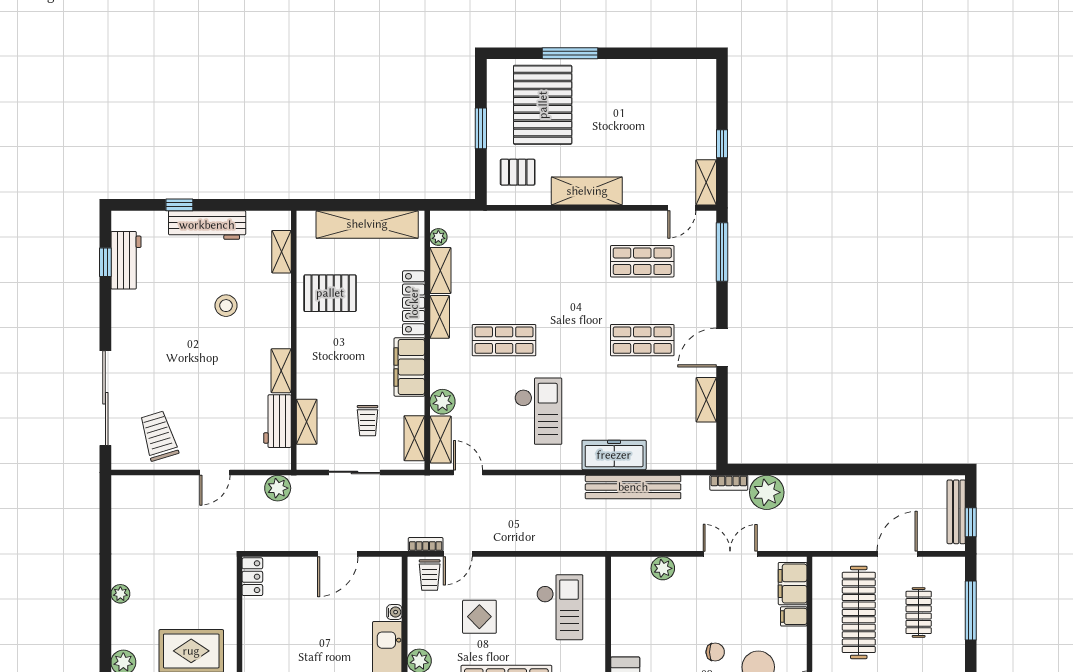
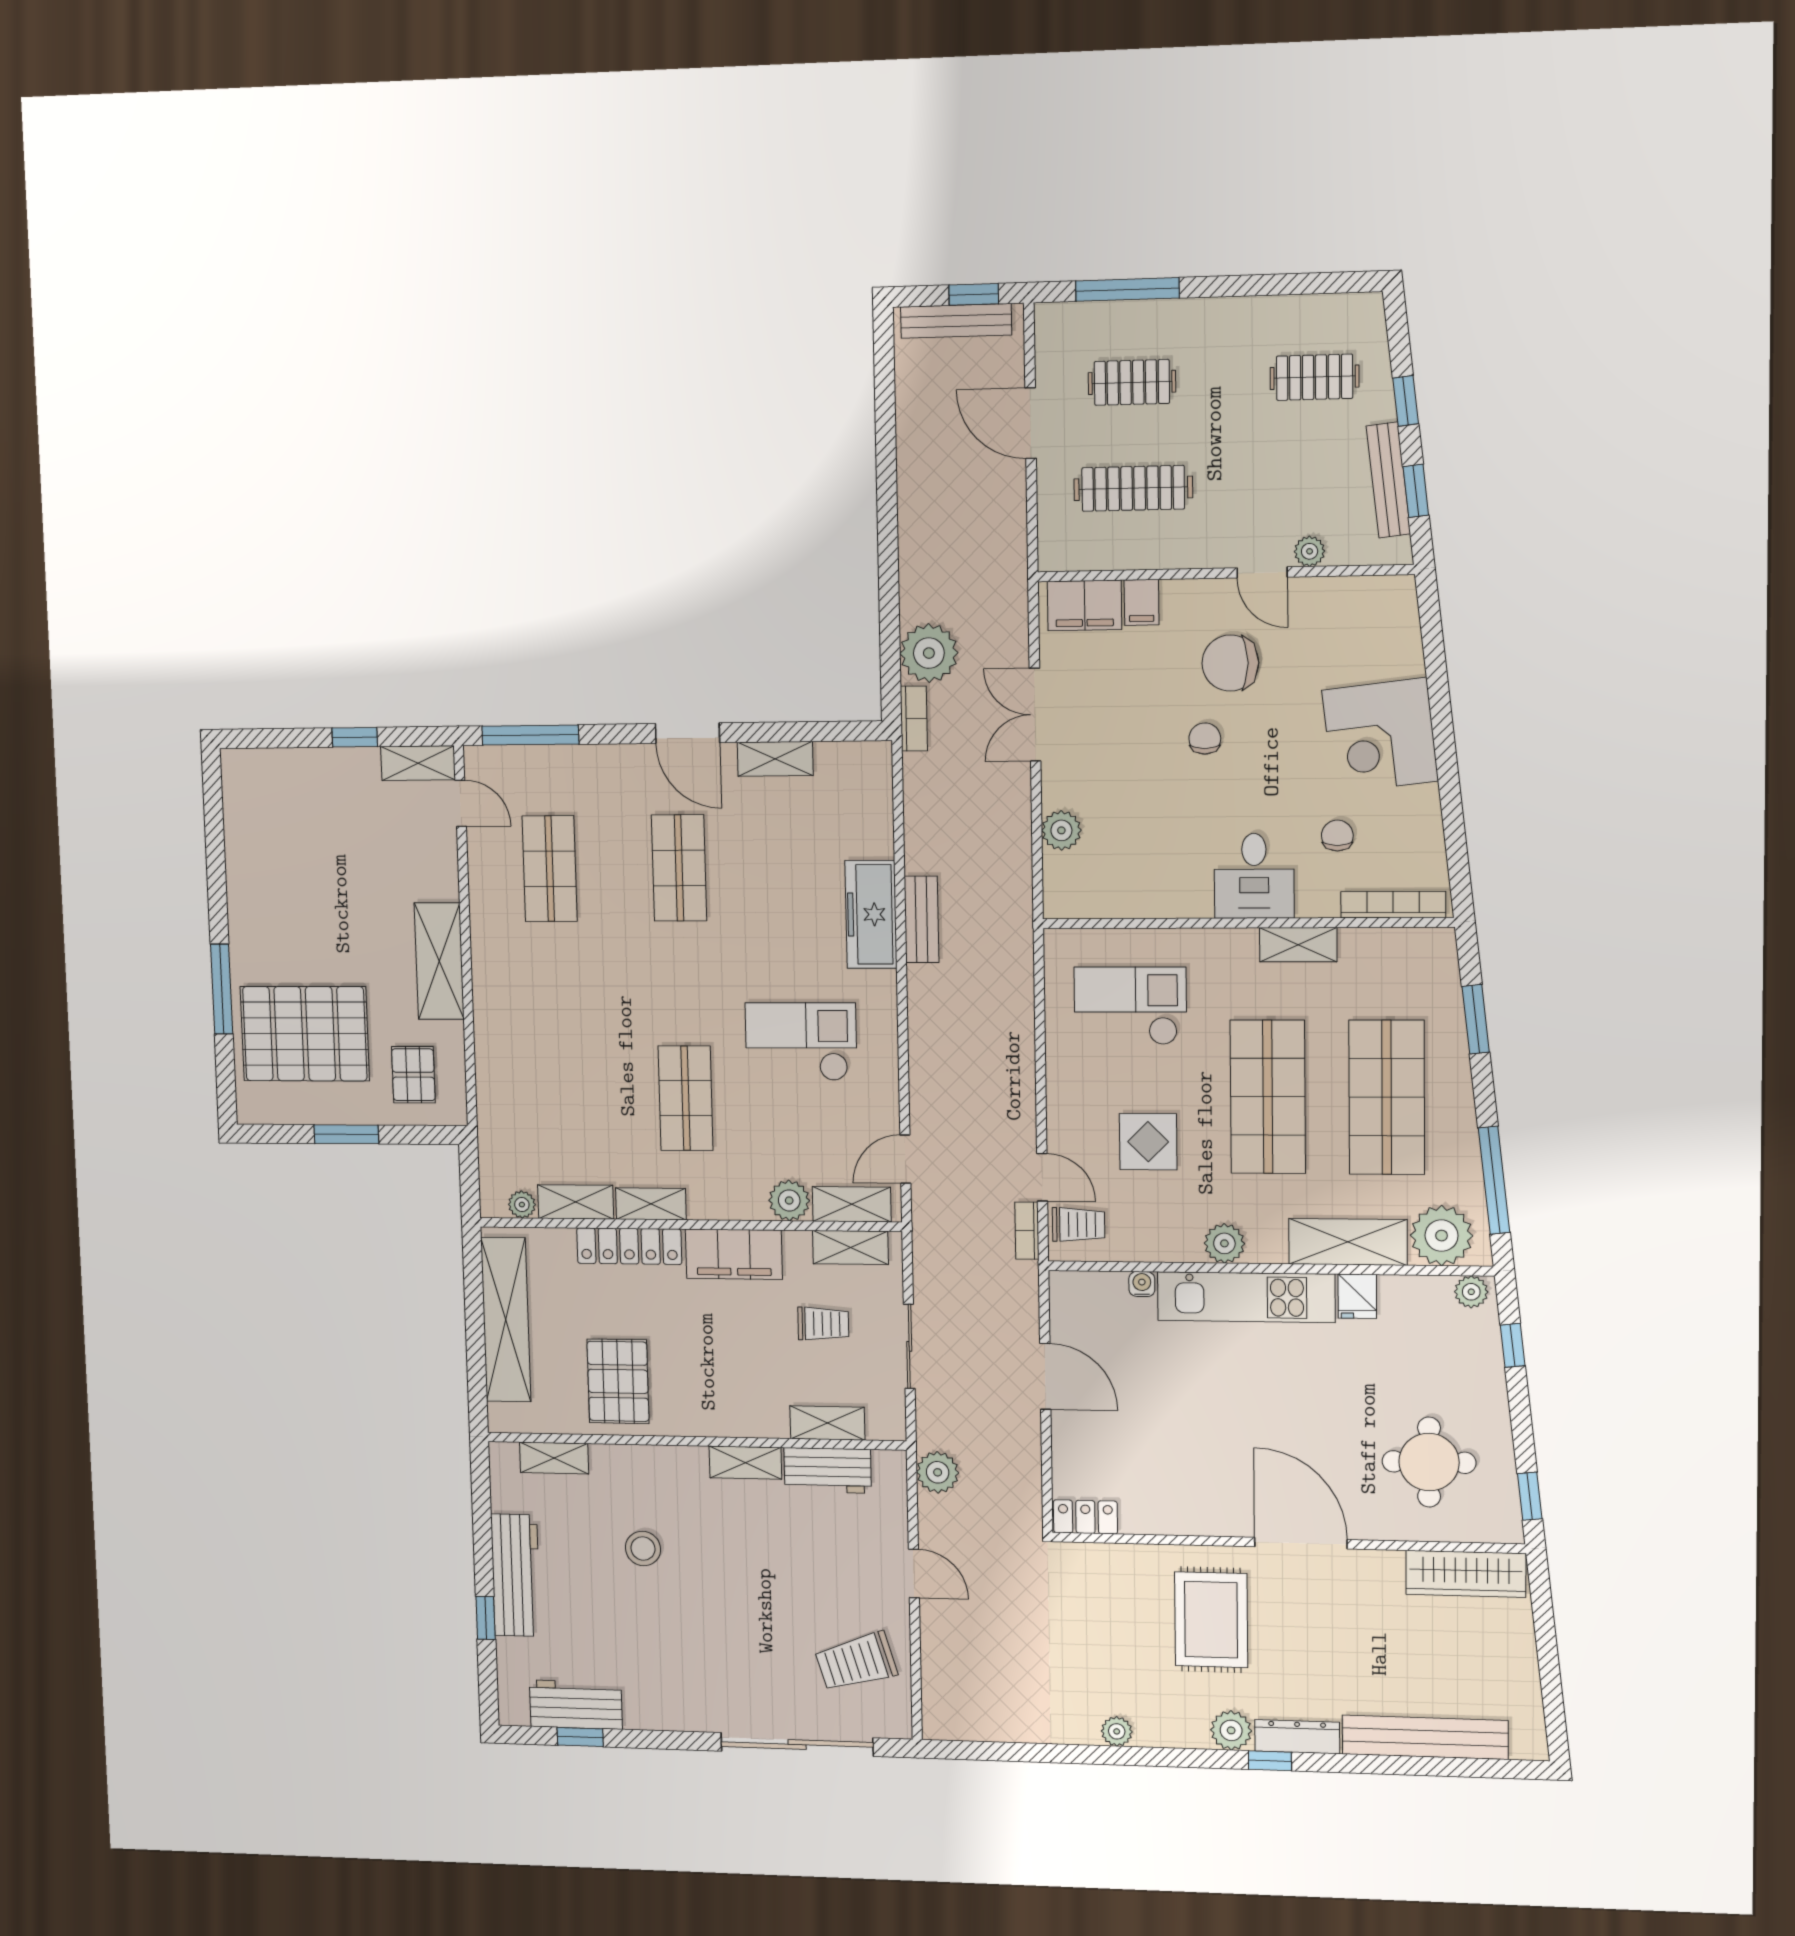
bench: (633, 487) -> (922, 919), width x0.54, depth x0.82
clothes rail: (859, 612) -> (1133, 488), width x0.73, depth x0.76

